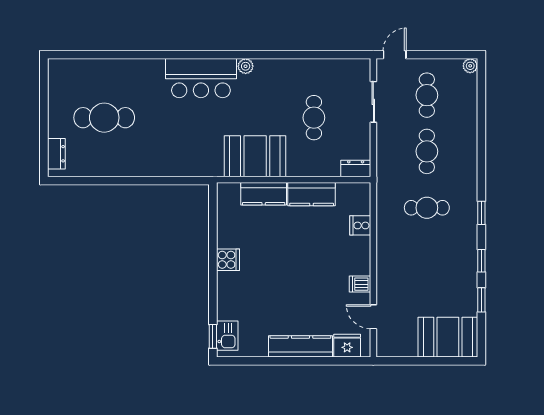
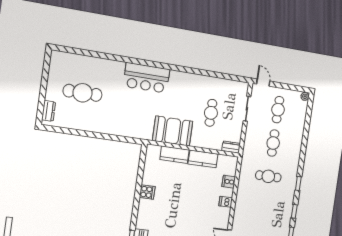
door: (395, 55) -> (263, 83), hinge flipped
plant: (246, 66) -> (175, 75), removed
dishwasher: (360, 284) -> (226, 202), moved

